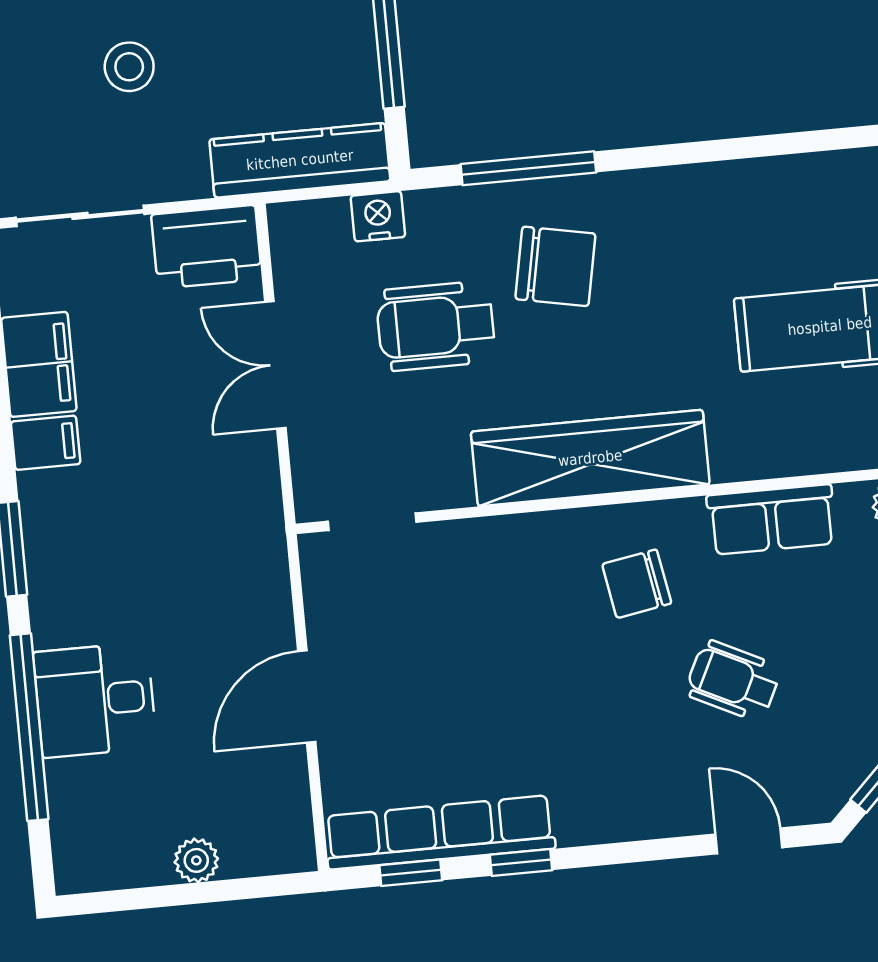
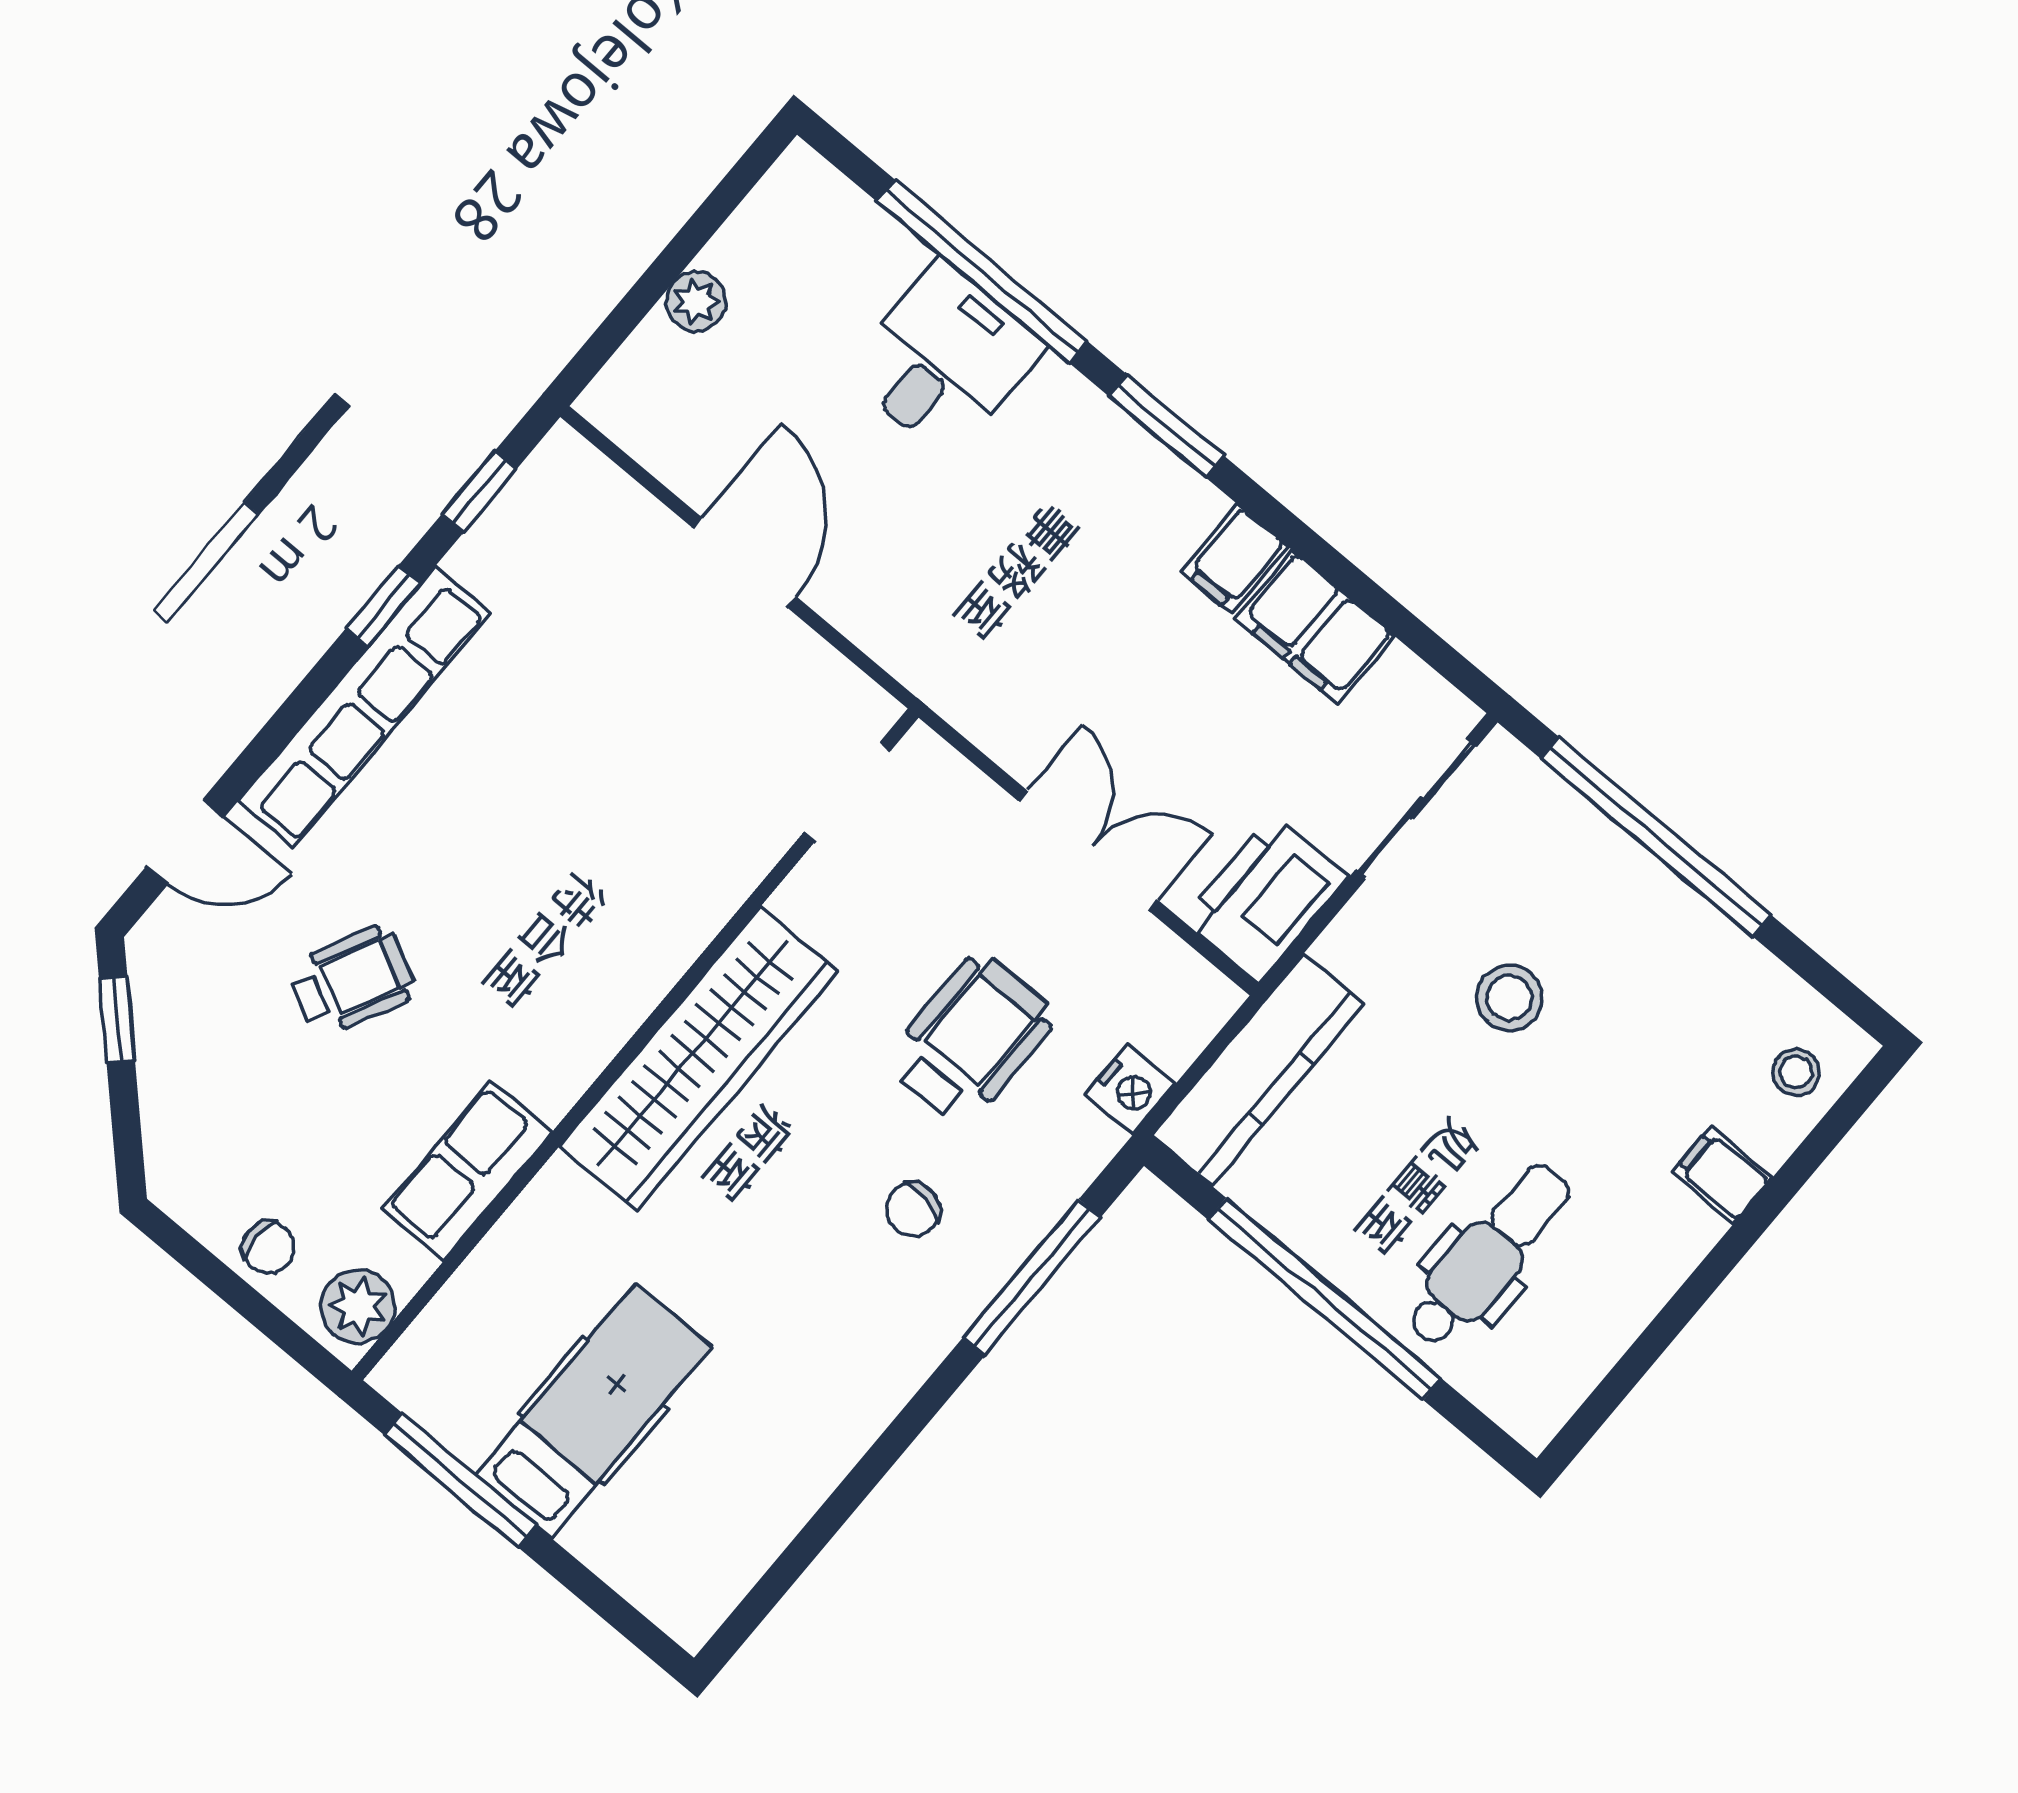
chair: (555, 266) -> (913, 1209), width x0.54, depth x0.54
chair: (637, 584) -> (535, 982), removed
row of seats: (440, 832) -> (364, 707), moved

